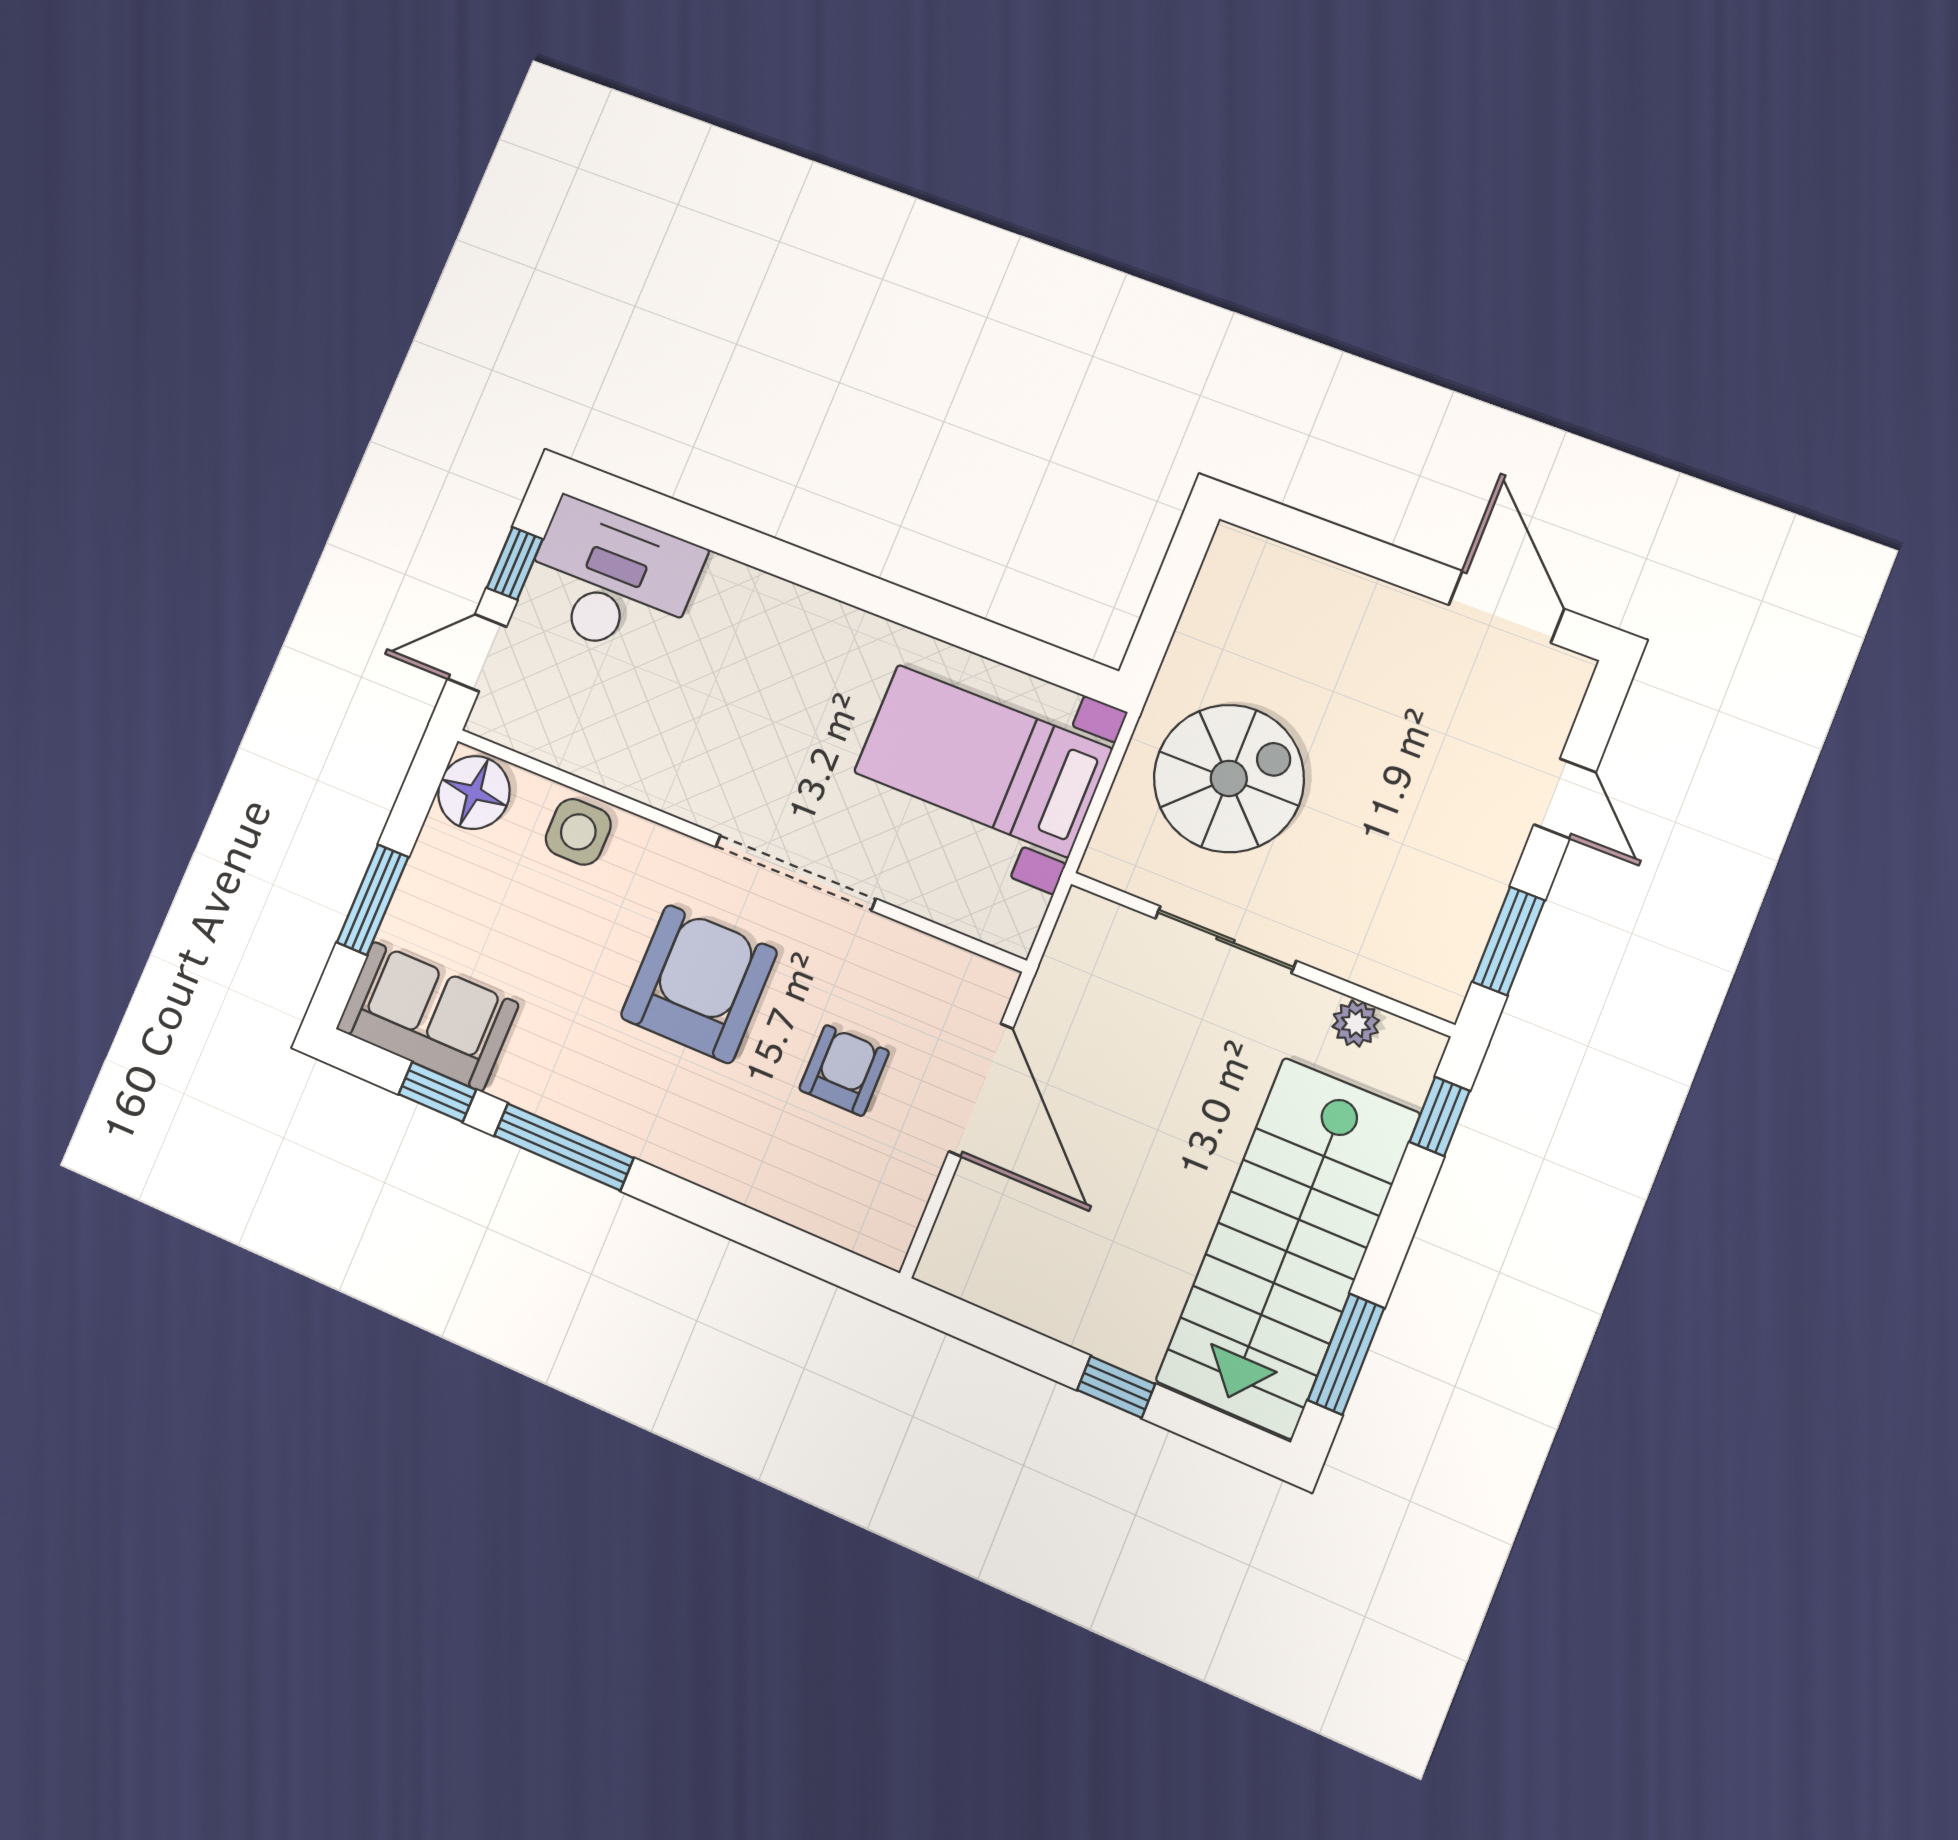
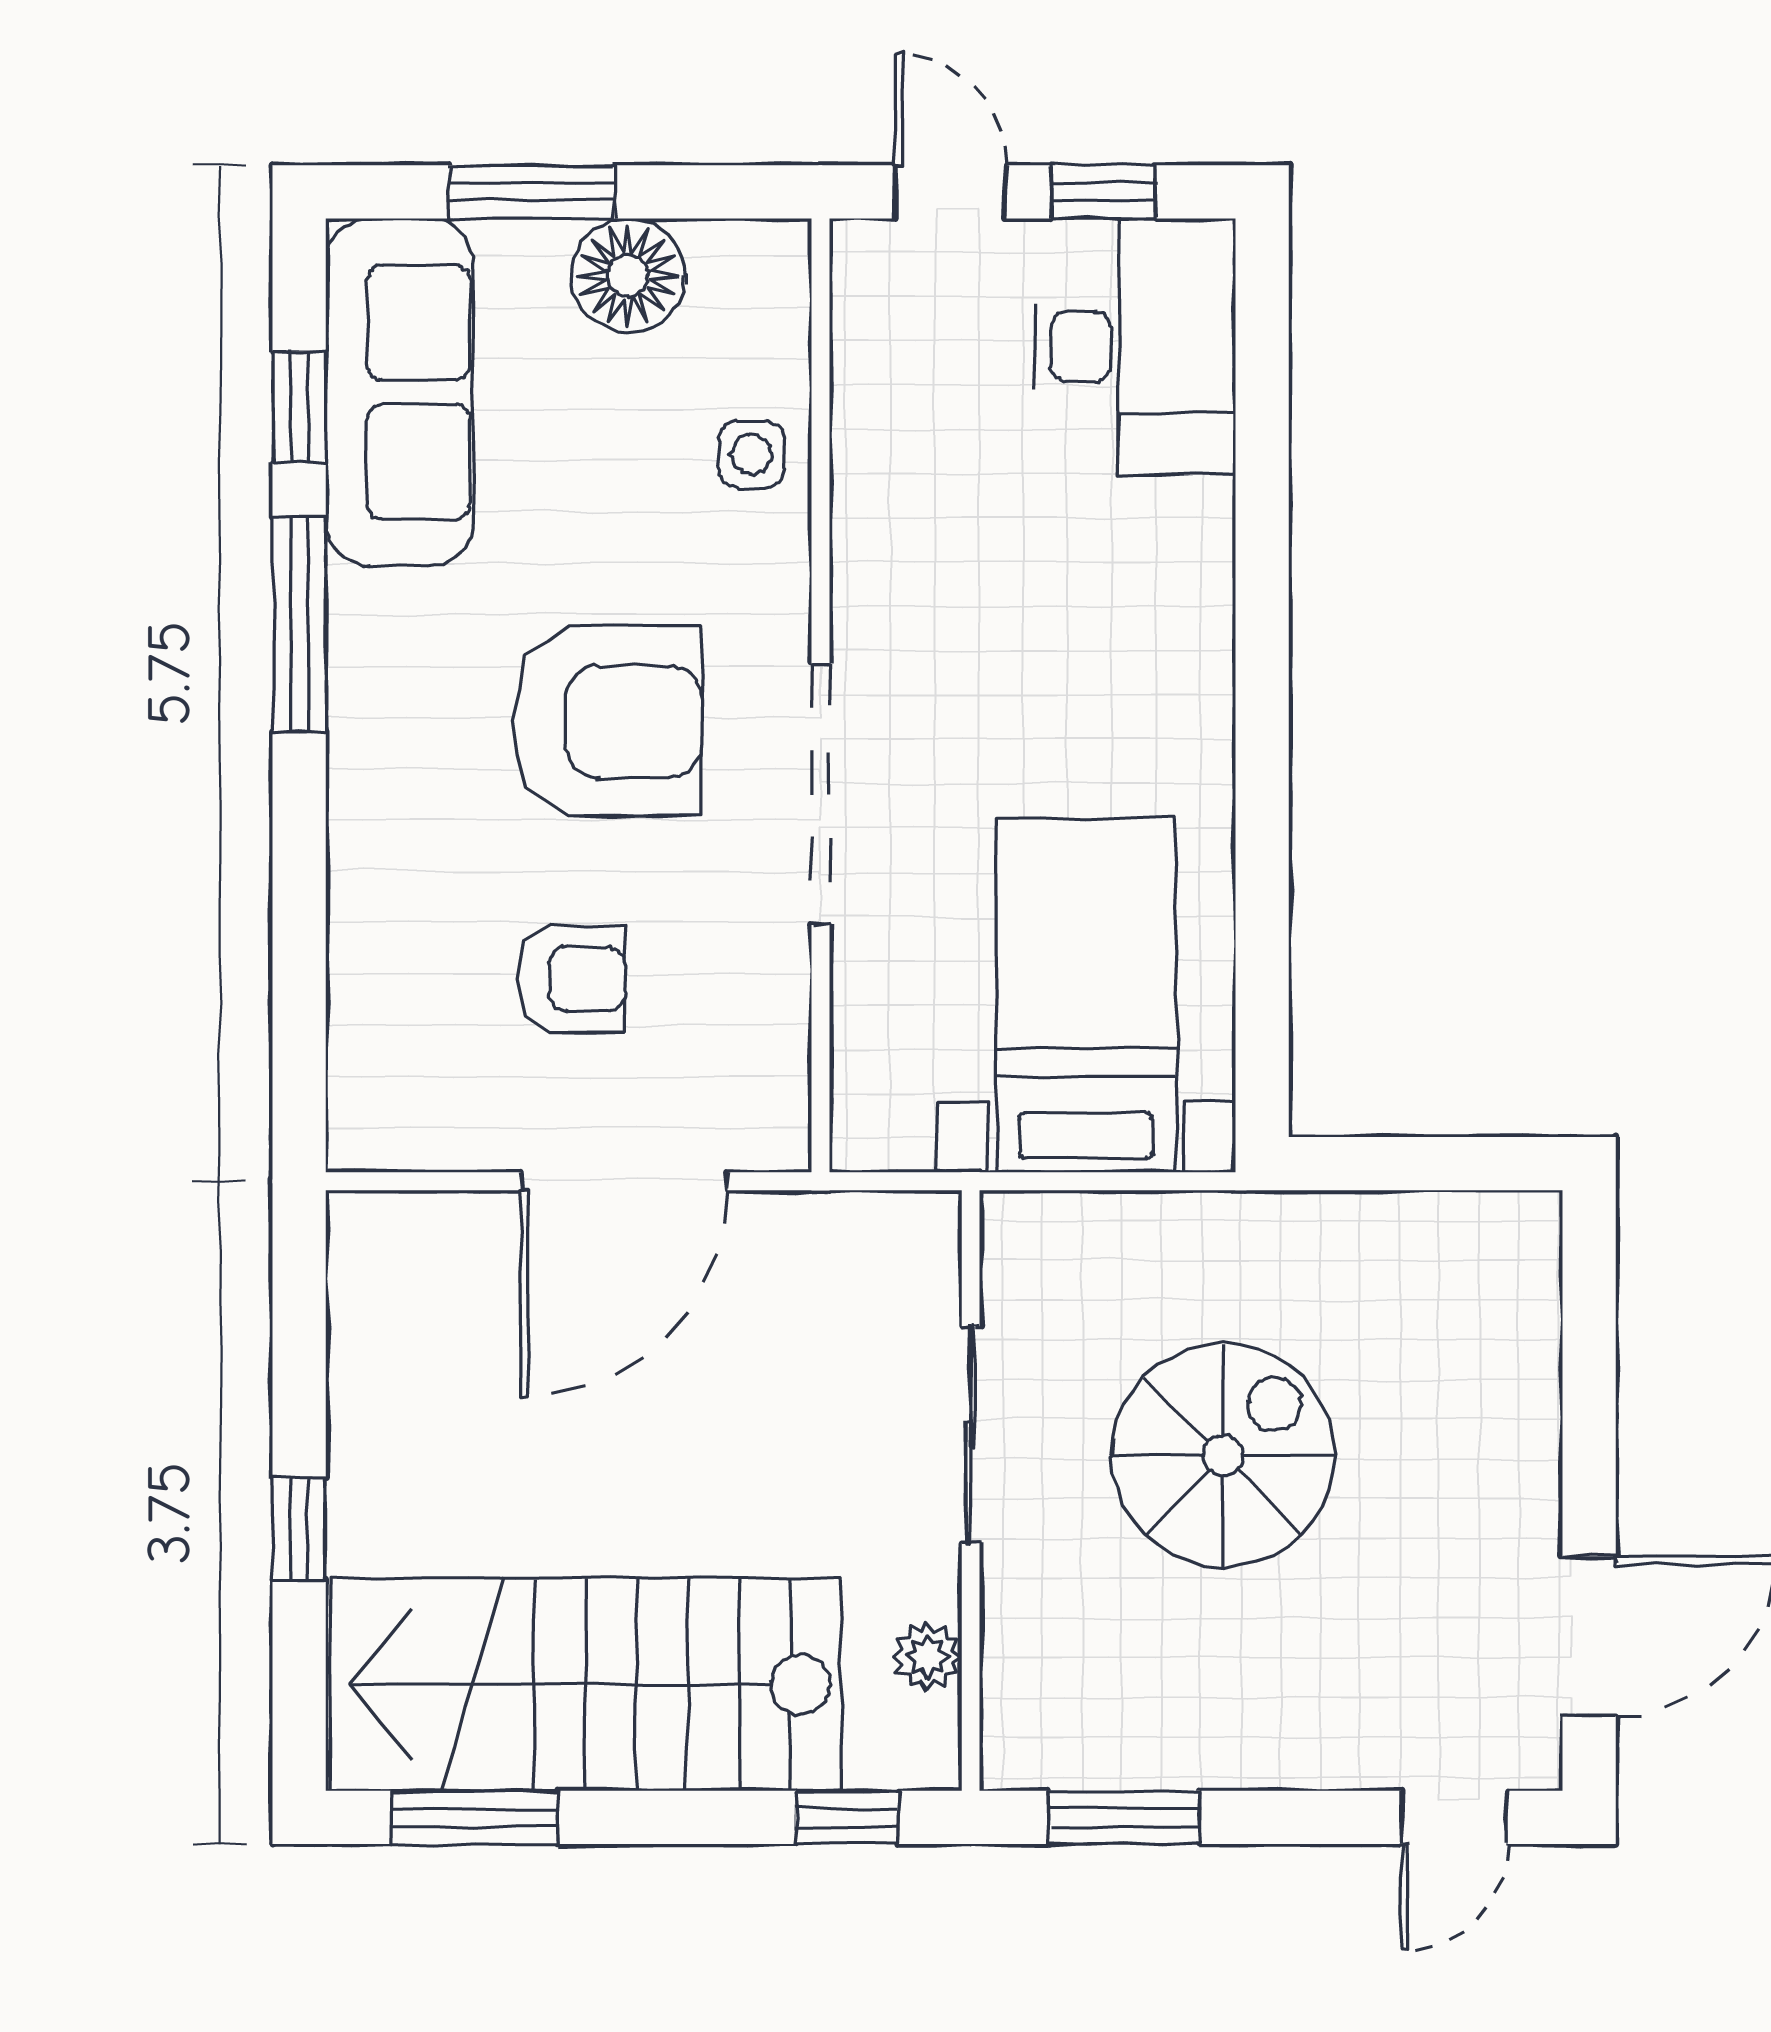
spiral stairs: (1229, 778) -> (1223, 1455), moved, turned -90
floor lamp: (474, 792) -> (628, 275), moved
door: (1565, 798) -> (1454, 1817), moved
side table: (578, 832) -> (752, 454), width x0.73, depth x0.73
sofa: (427, 1016) -> (400, 392), width x1.36

